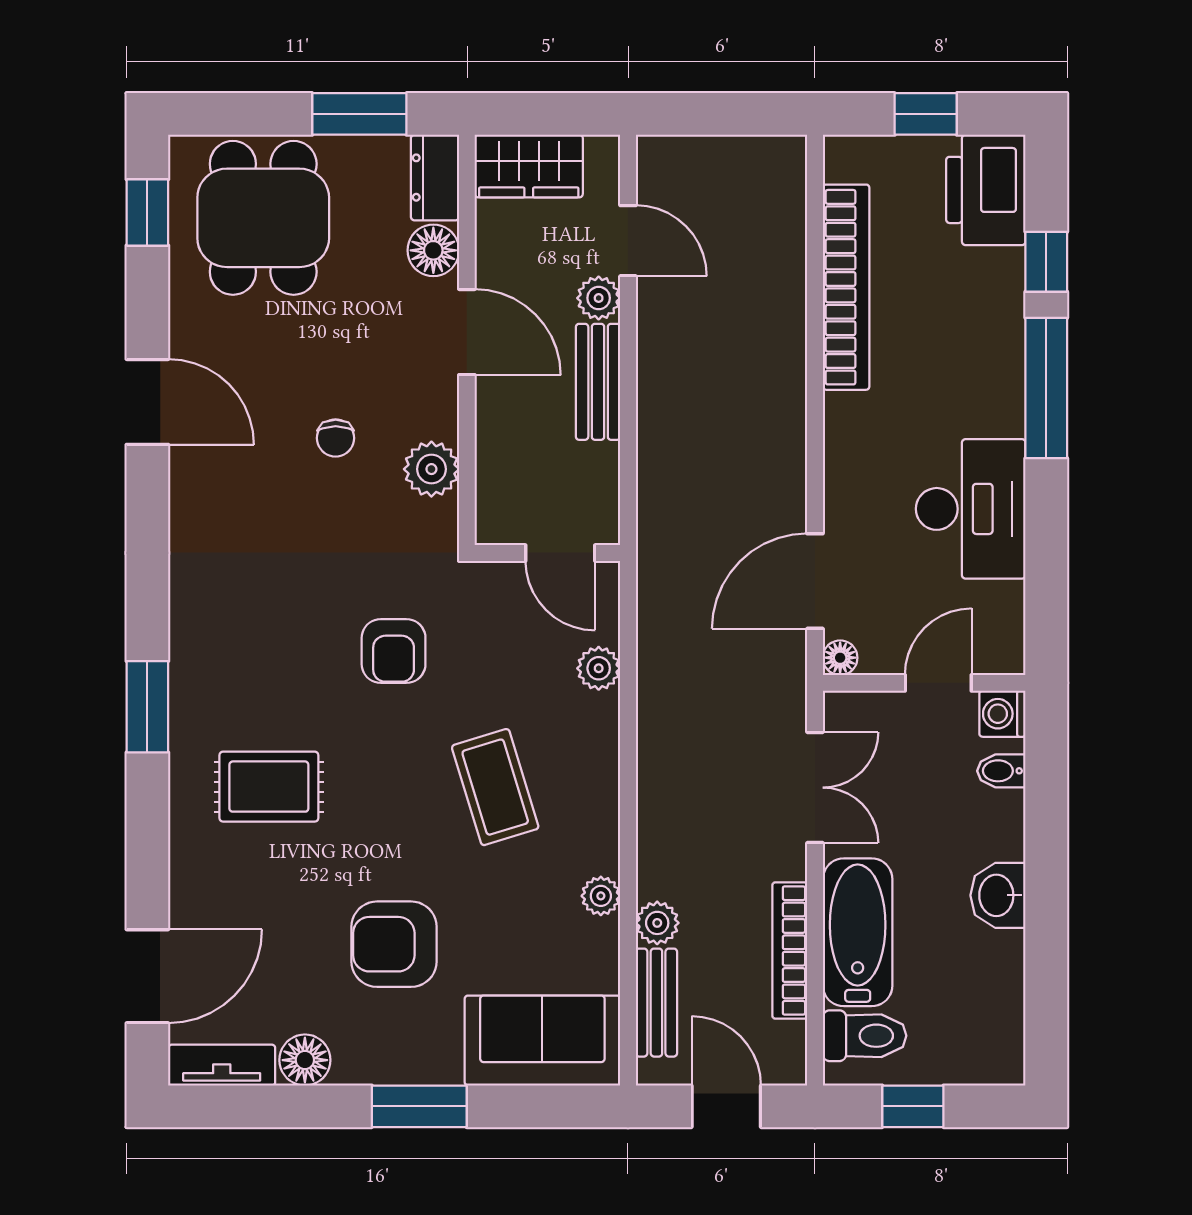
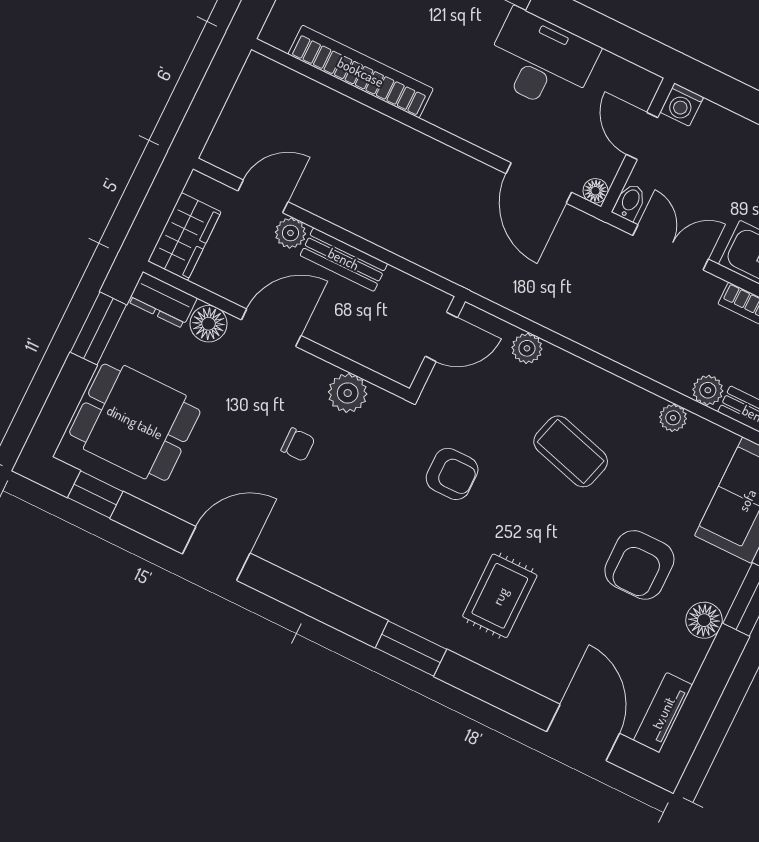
bidet: (1001, 771) -> (630, 202), moved, turned 180
coffee table: (495, 787) -> (571, 451), turned 33
floor lamp: (305, 1060) -> (704, 620), moved

